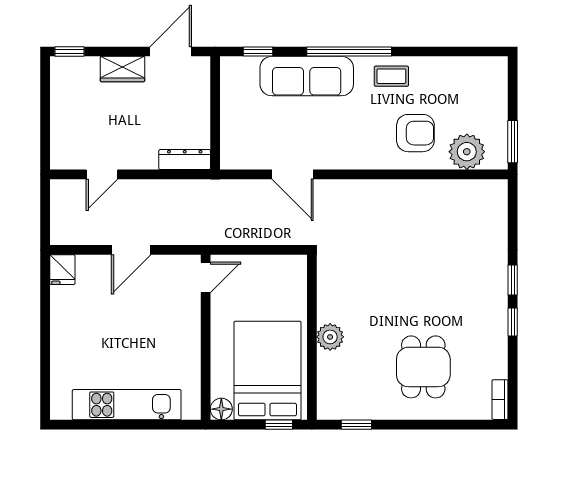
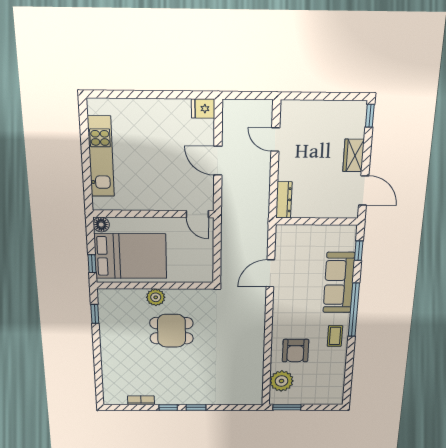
dining table: (423, 367) -> (172, 331), moved
bookcase: (500, 400) -> (141, 400), moved

